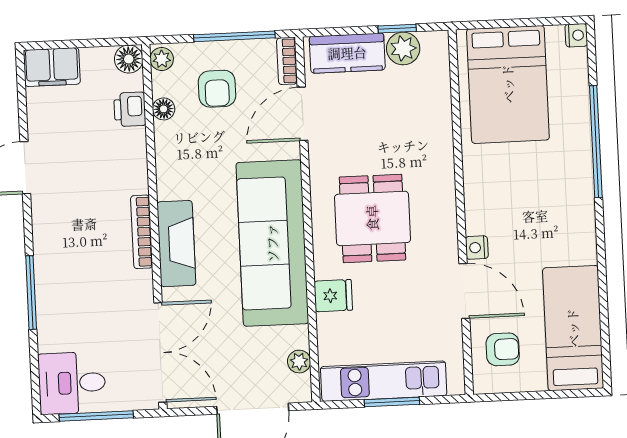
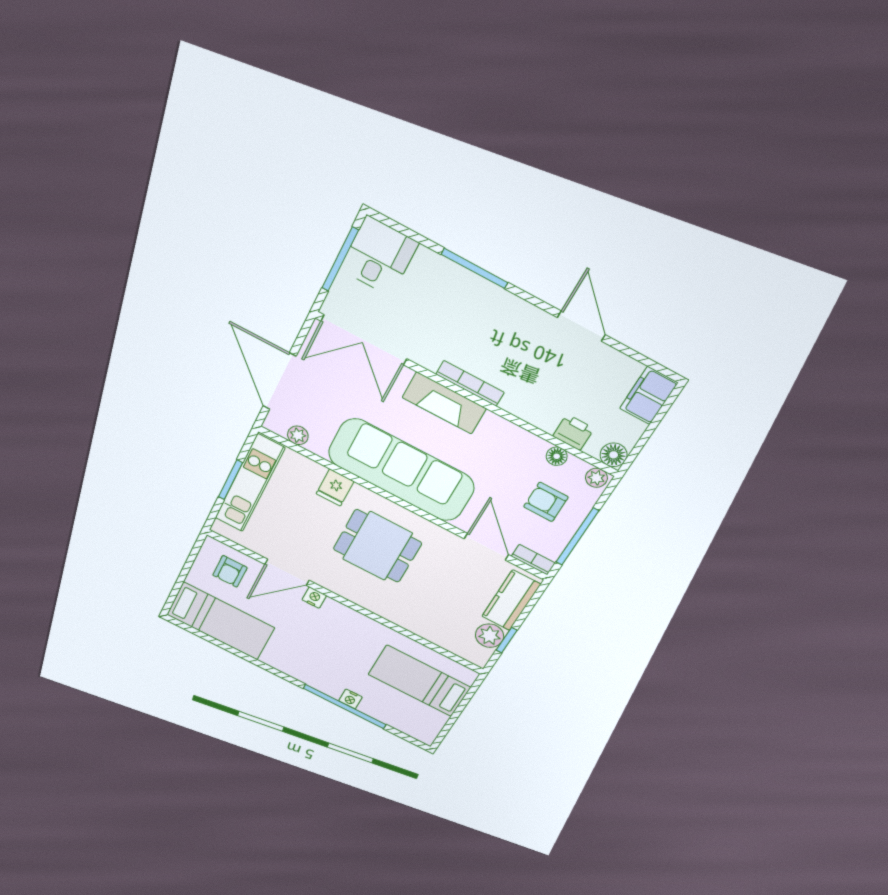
nightstand: (576, 35) -> (350, 699), moved
bed: (508, 84) -> (419, 681), width x0.67

